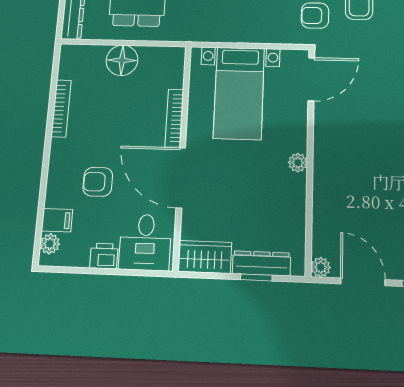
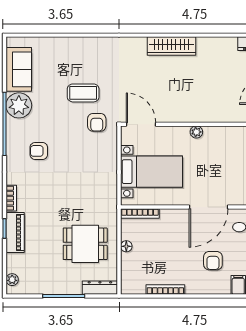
floor lamp: (122, 60) -> (126, 246), width x0.53, depth x0.53
bookcase: (174, 118) -> (140, 213), moved

